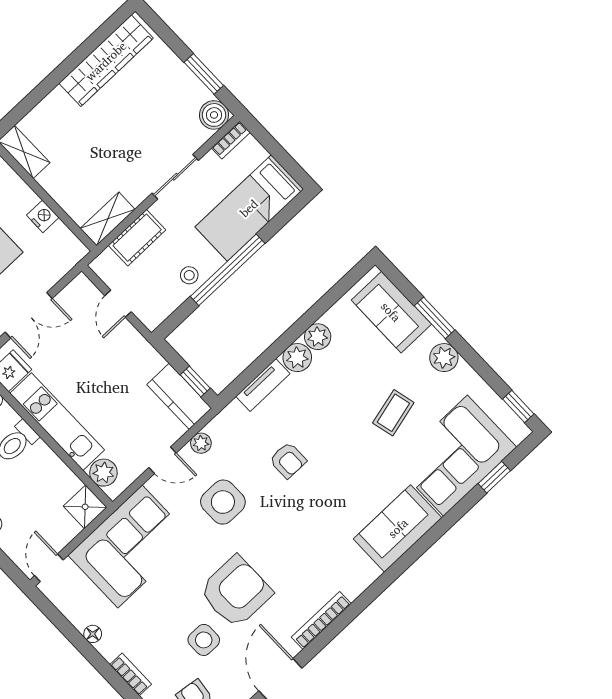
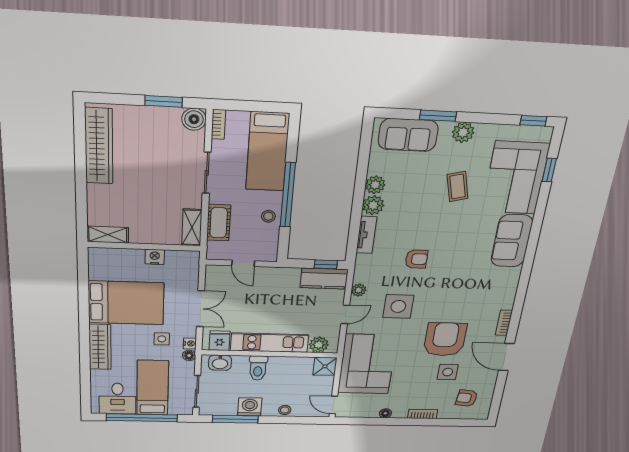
bookcase: (321, 620) -> (504, 323), width x0.64

